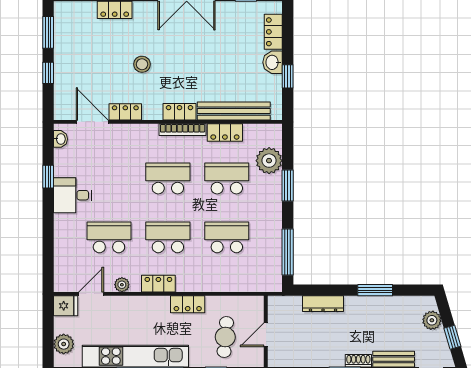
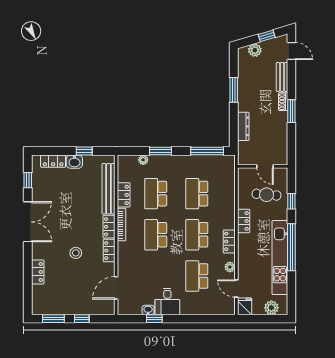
locker: (125, 112) -> (109, 251), moved
washbasin: (60, 139) -> (148, 310), moved
plant: (269, 161) -> (143, 160), width x0.53, depth x0.53

